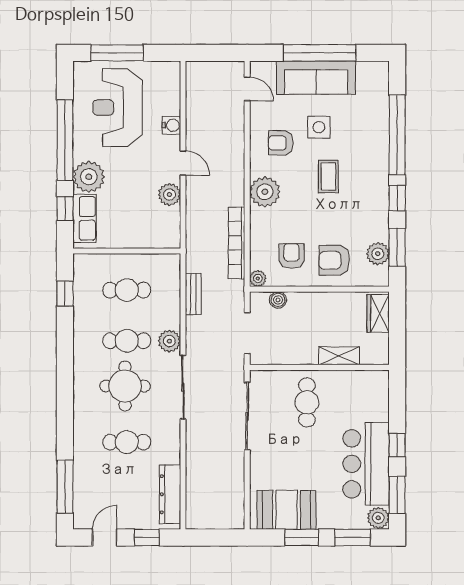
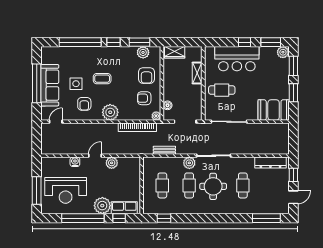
bar counter: (366, 464) -> (237, 59), moved
booth: (287, 510) -> (274, 110), moved, turned 90
door: (105, 537) -> (293, 197), swing flipped

